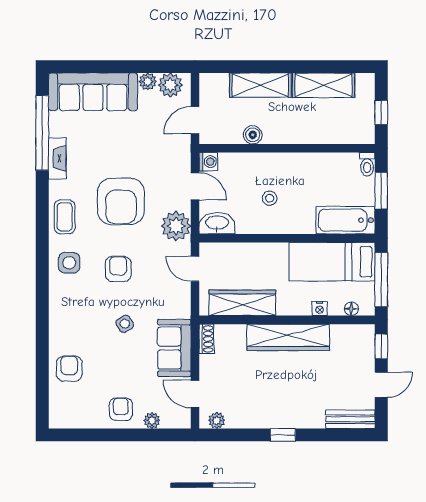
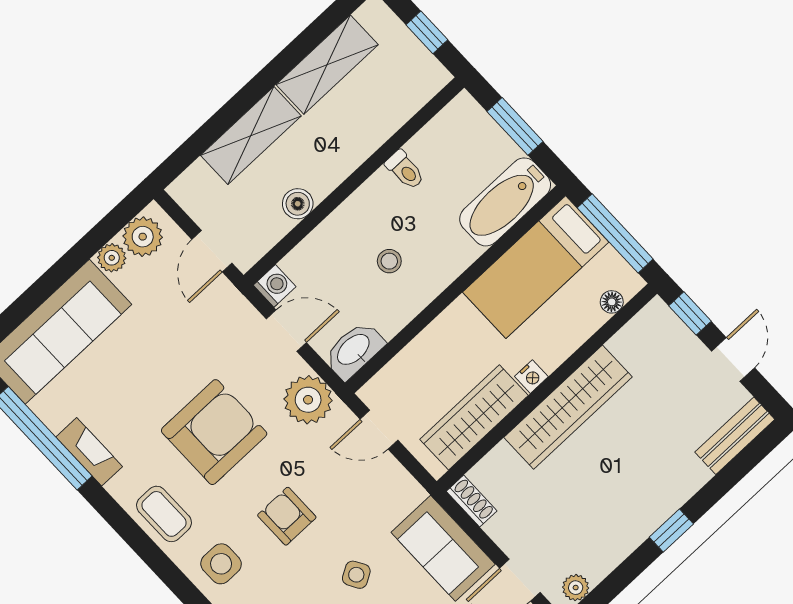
toilet: (367, 164) -> (405, 170), moved
armchair: (121, 201) -> (214, 432), turned -90
nightstand: (320, 309) -> (531, 377), moved

